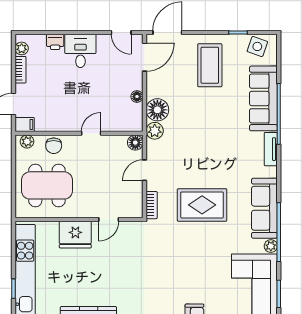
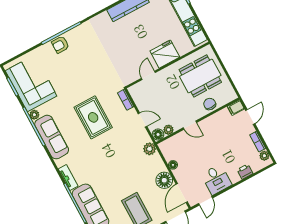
door: (121, 33) -> (205, 201), swing flipped
desk: (80, 51) -> (216, 180), moved
floor lamp: (157, 110) -> (164, 180), moved
door: (91, 133) -> (190, 125), hinge flipped
plant: (27, 142) -> (169, 130), moved
door: (145, 170) -> (142, 120), hinge flipped
rug: (202, 205) -> (93, 117), turned 90

